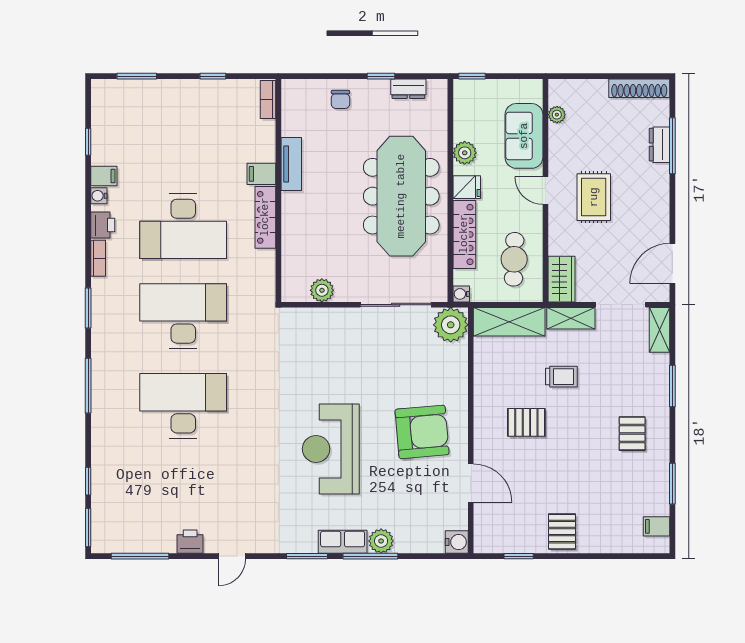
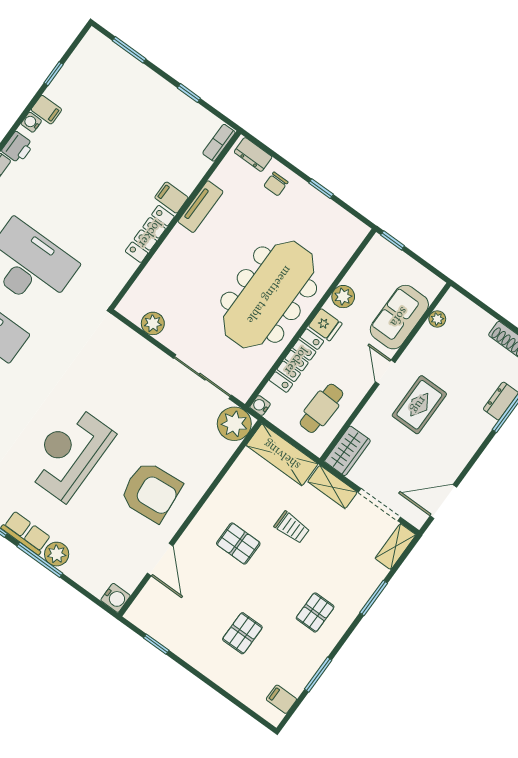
dresser: (408, 89) -> (253, 155), moved
desk: (183, 226) -> (80, 194), removed
pallet: (562, 532) -> (242, 633), moved

